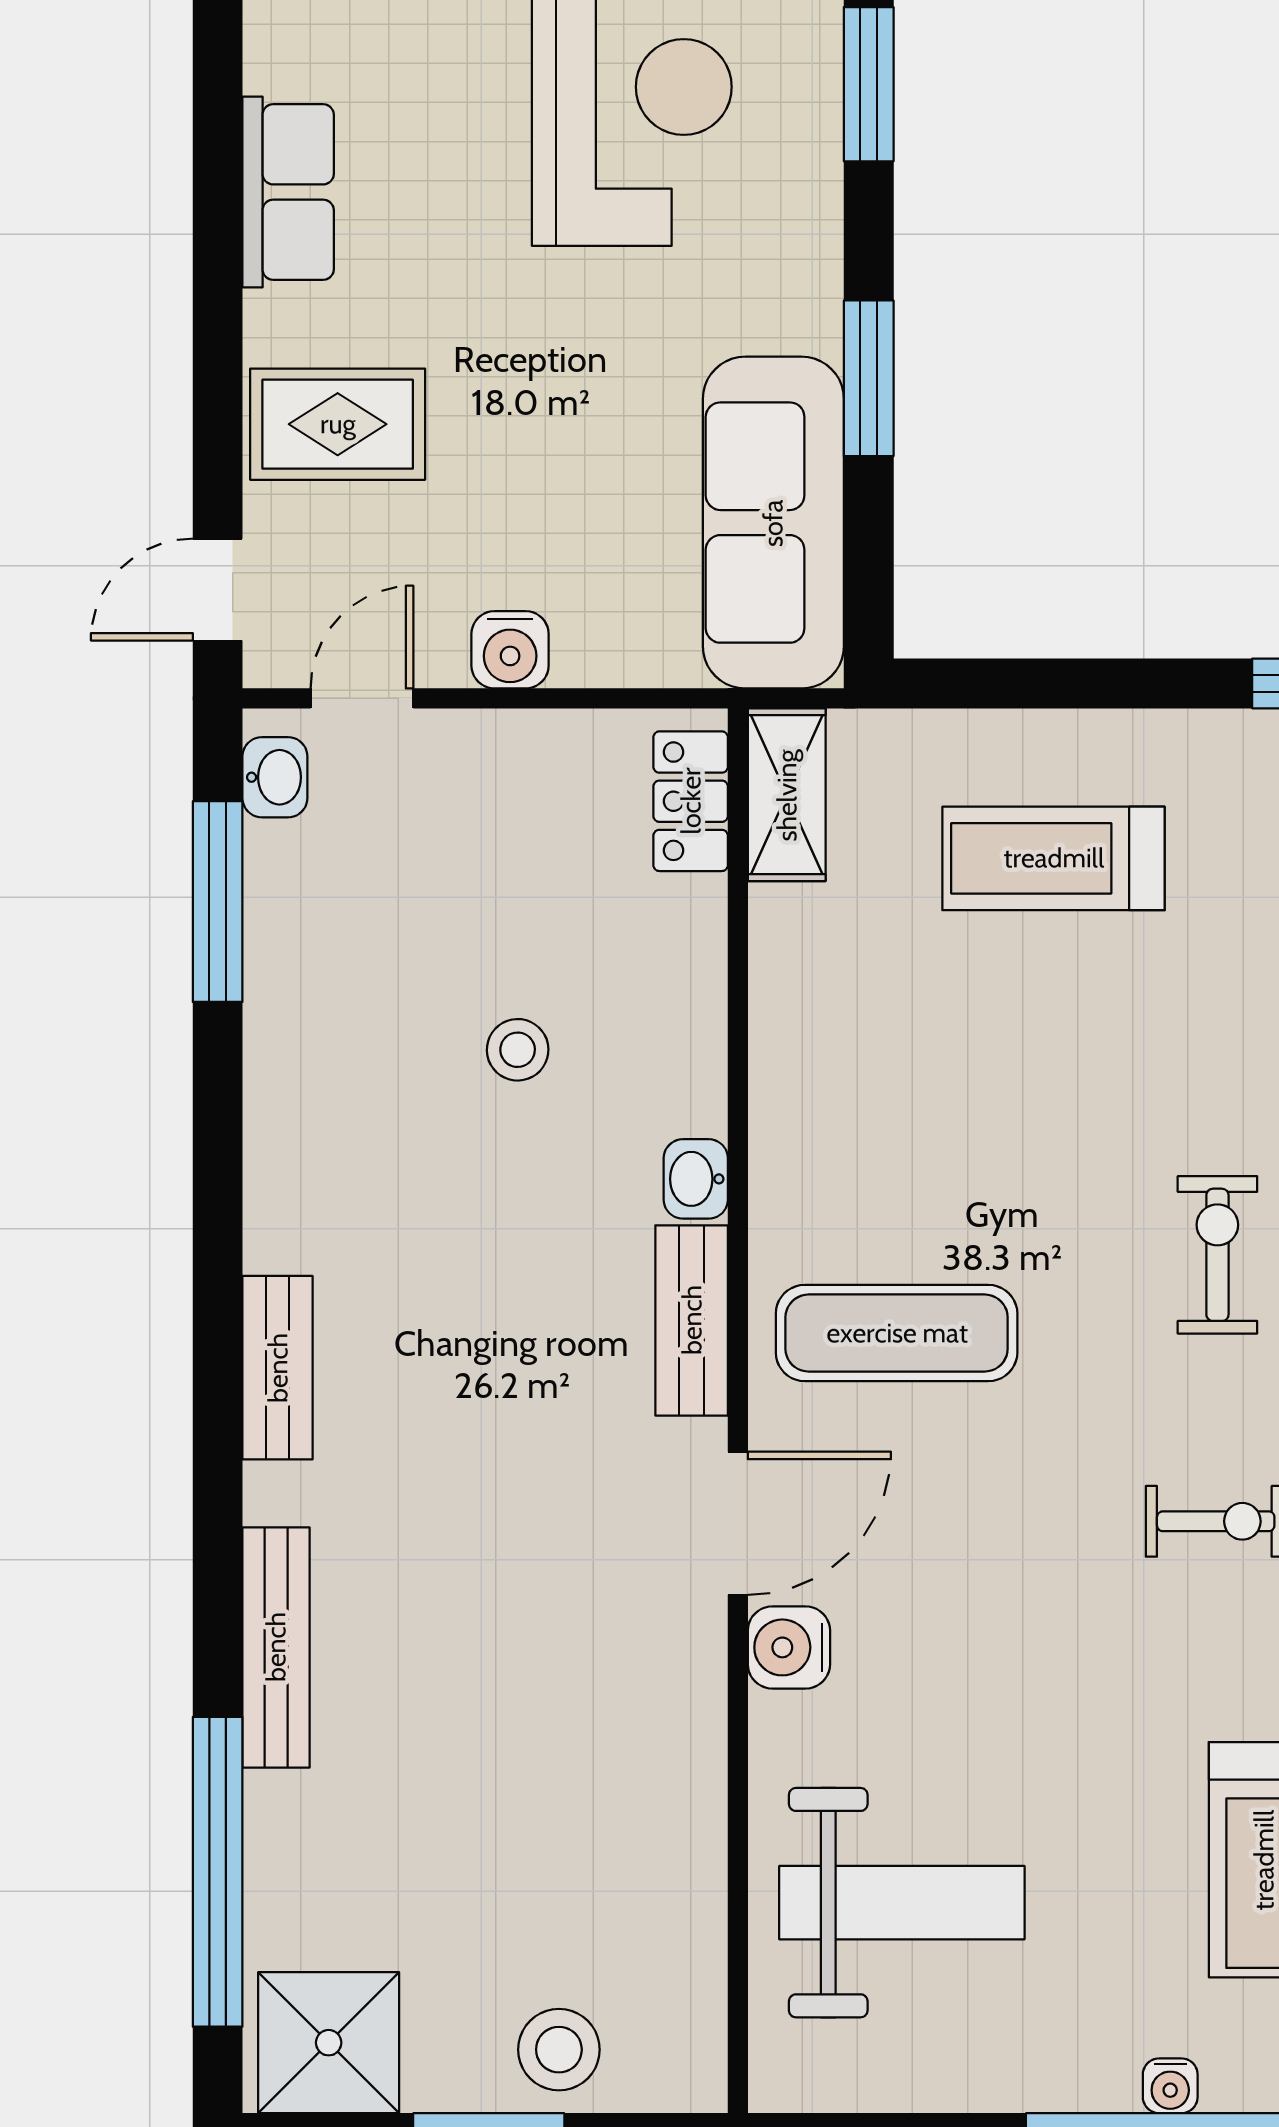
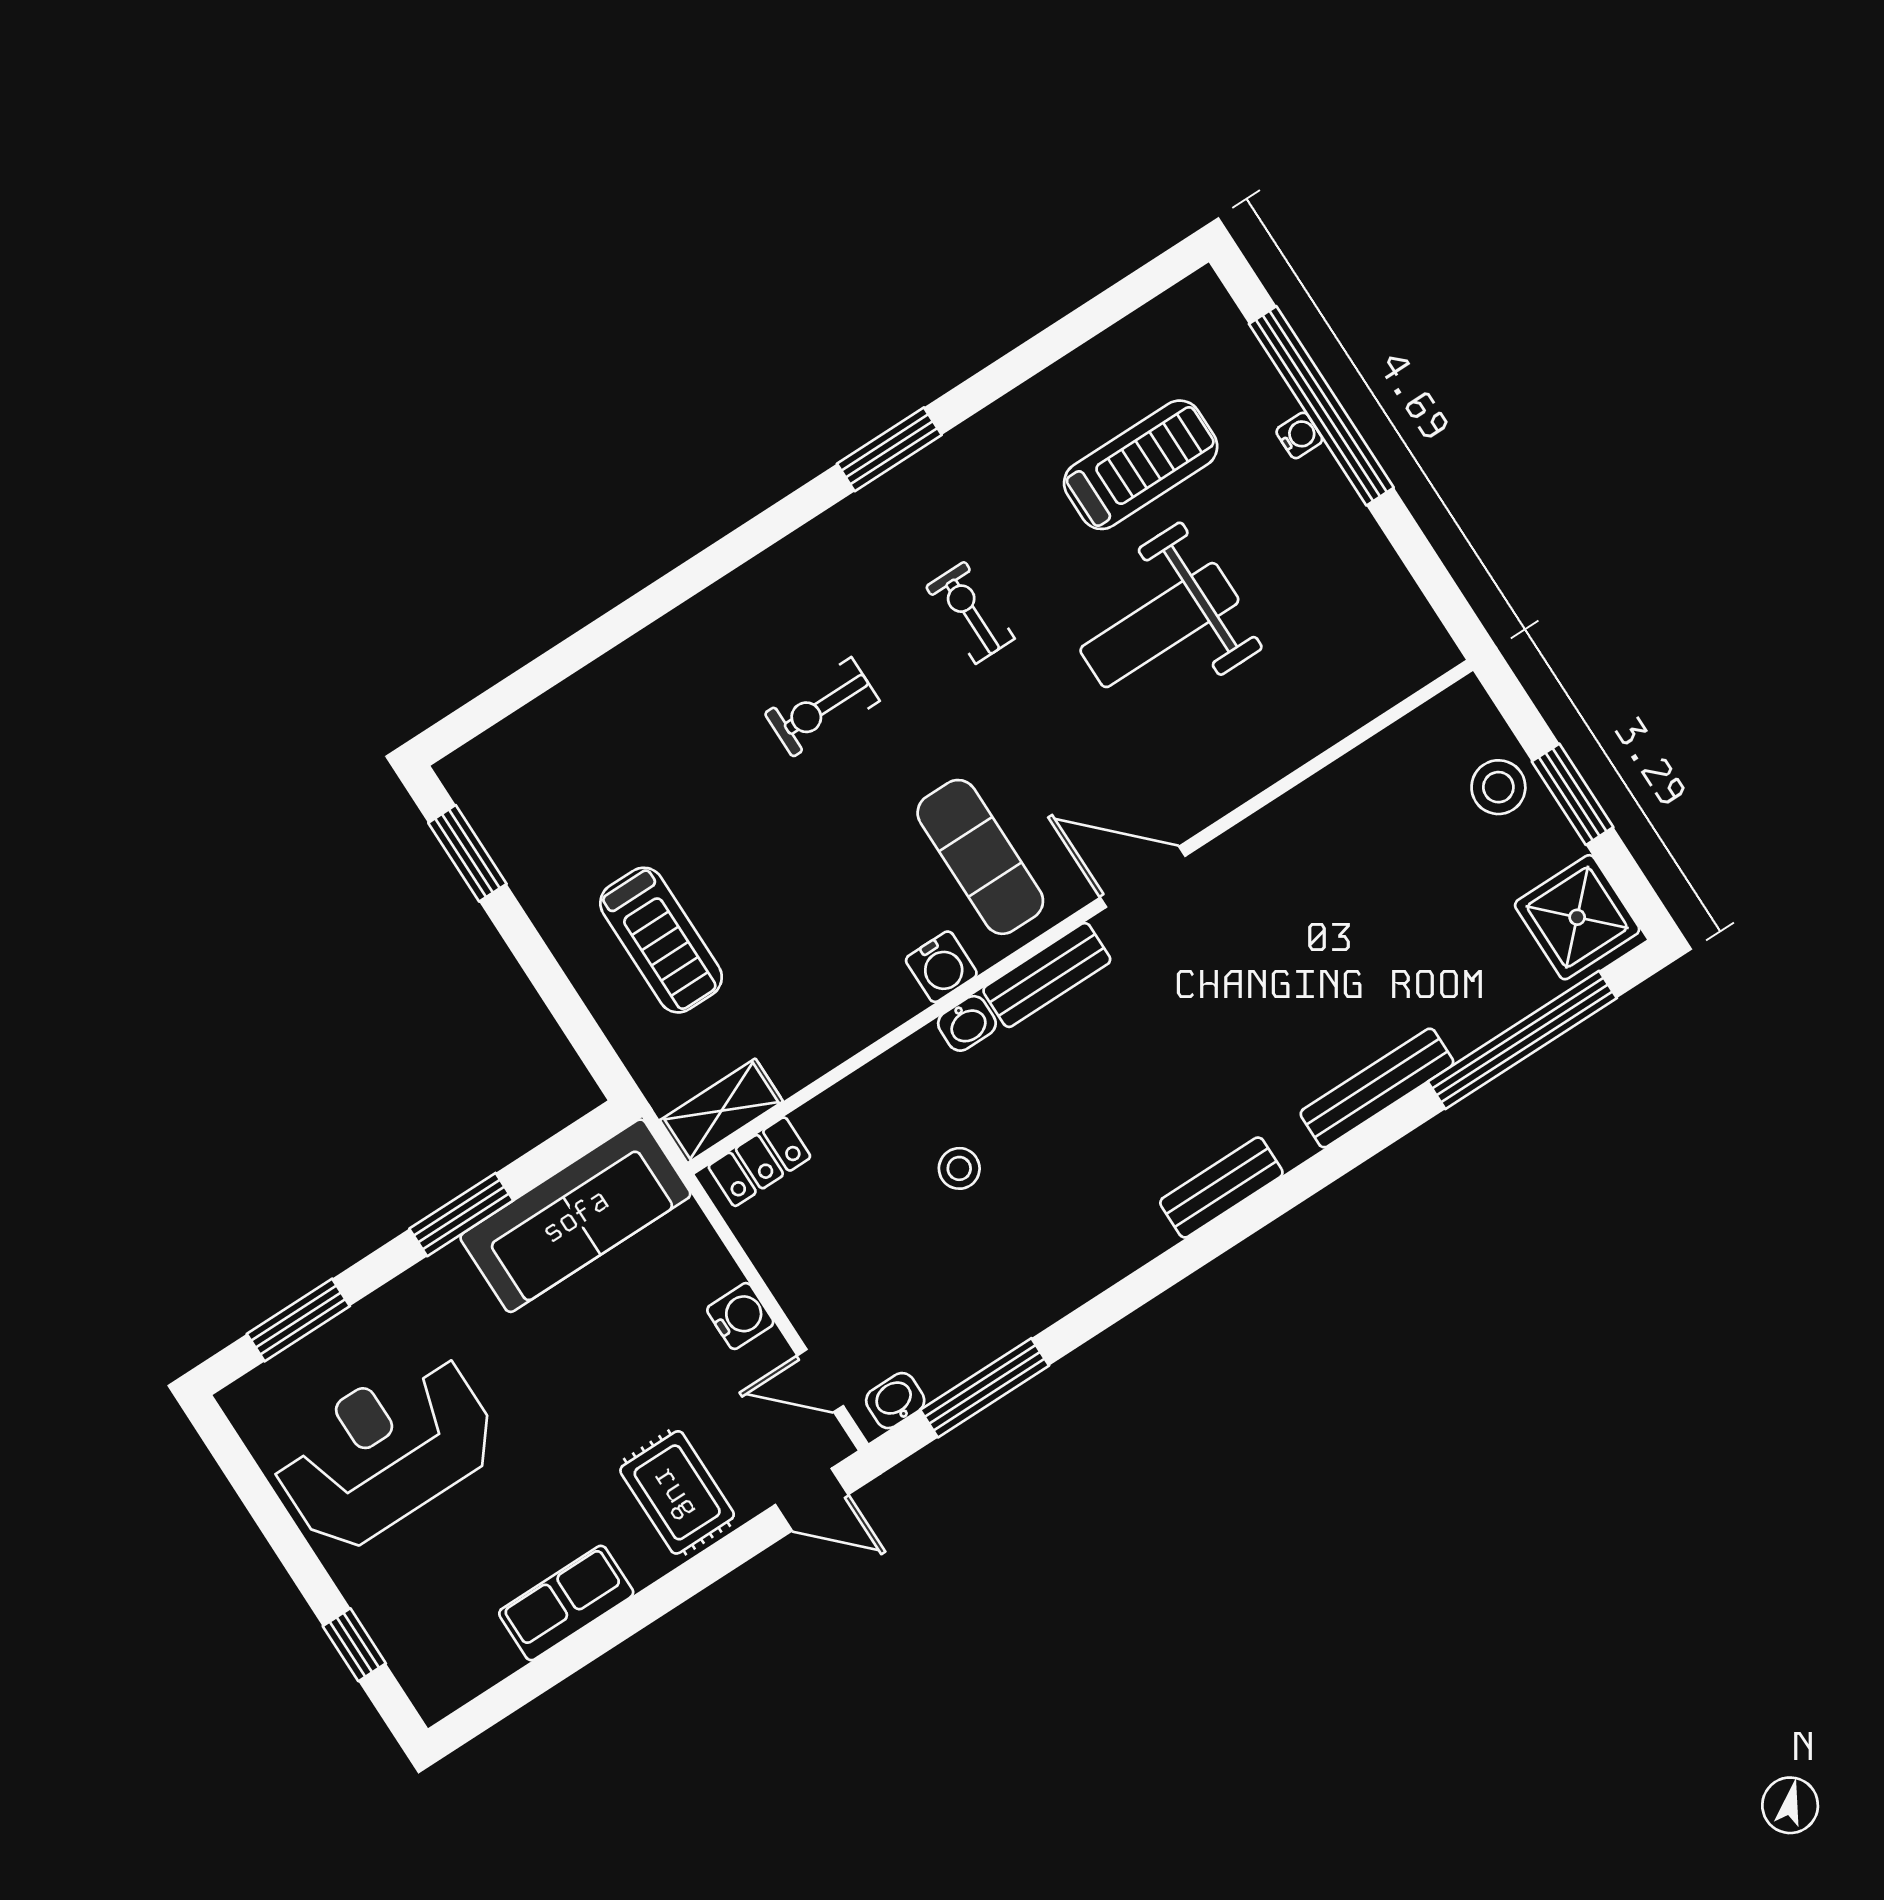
water cooler: (789, 1647) -> (941, 967), moved
weight bench: (902, 1903) -> (1159, 625), moved, turned -90

